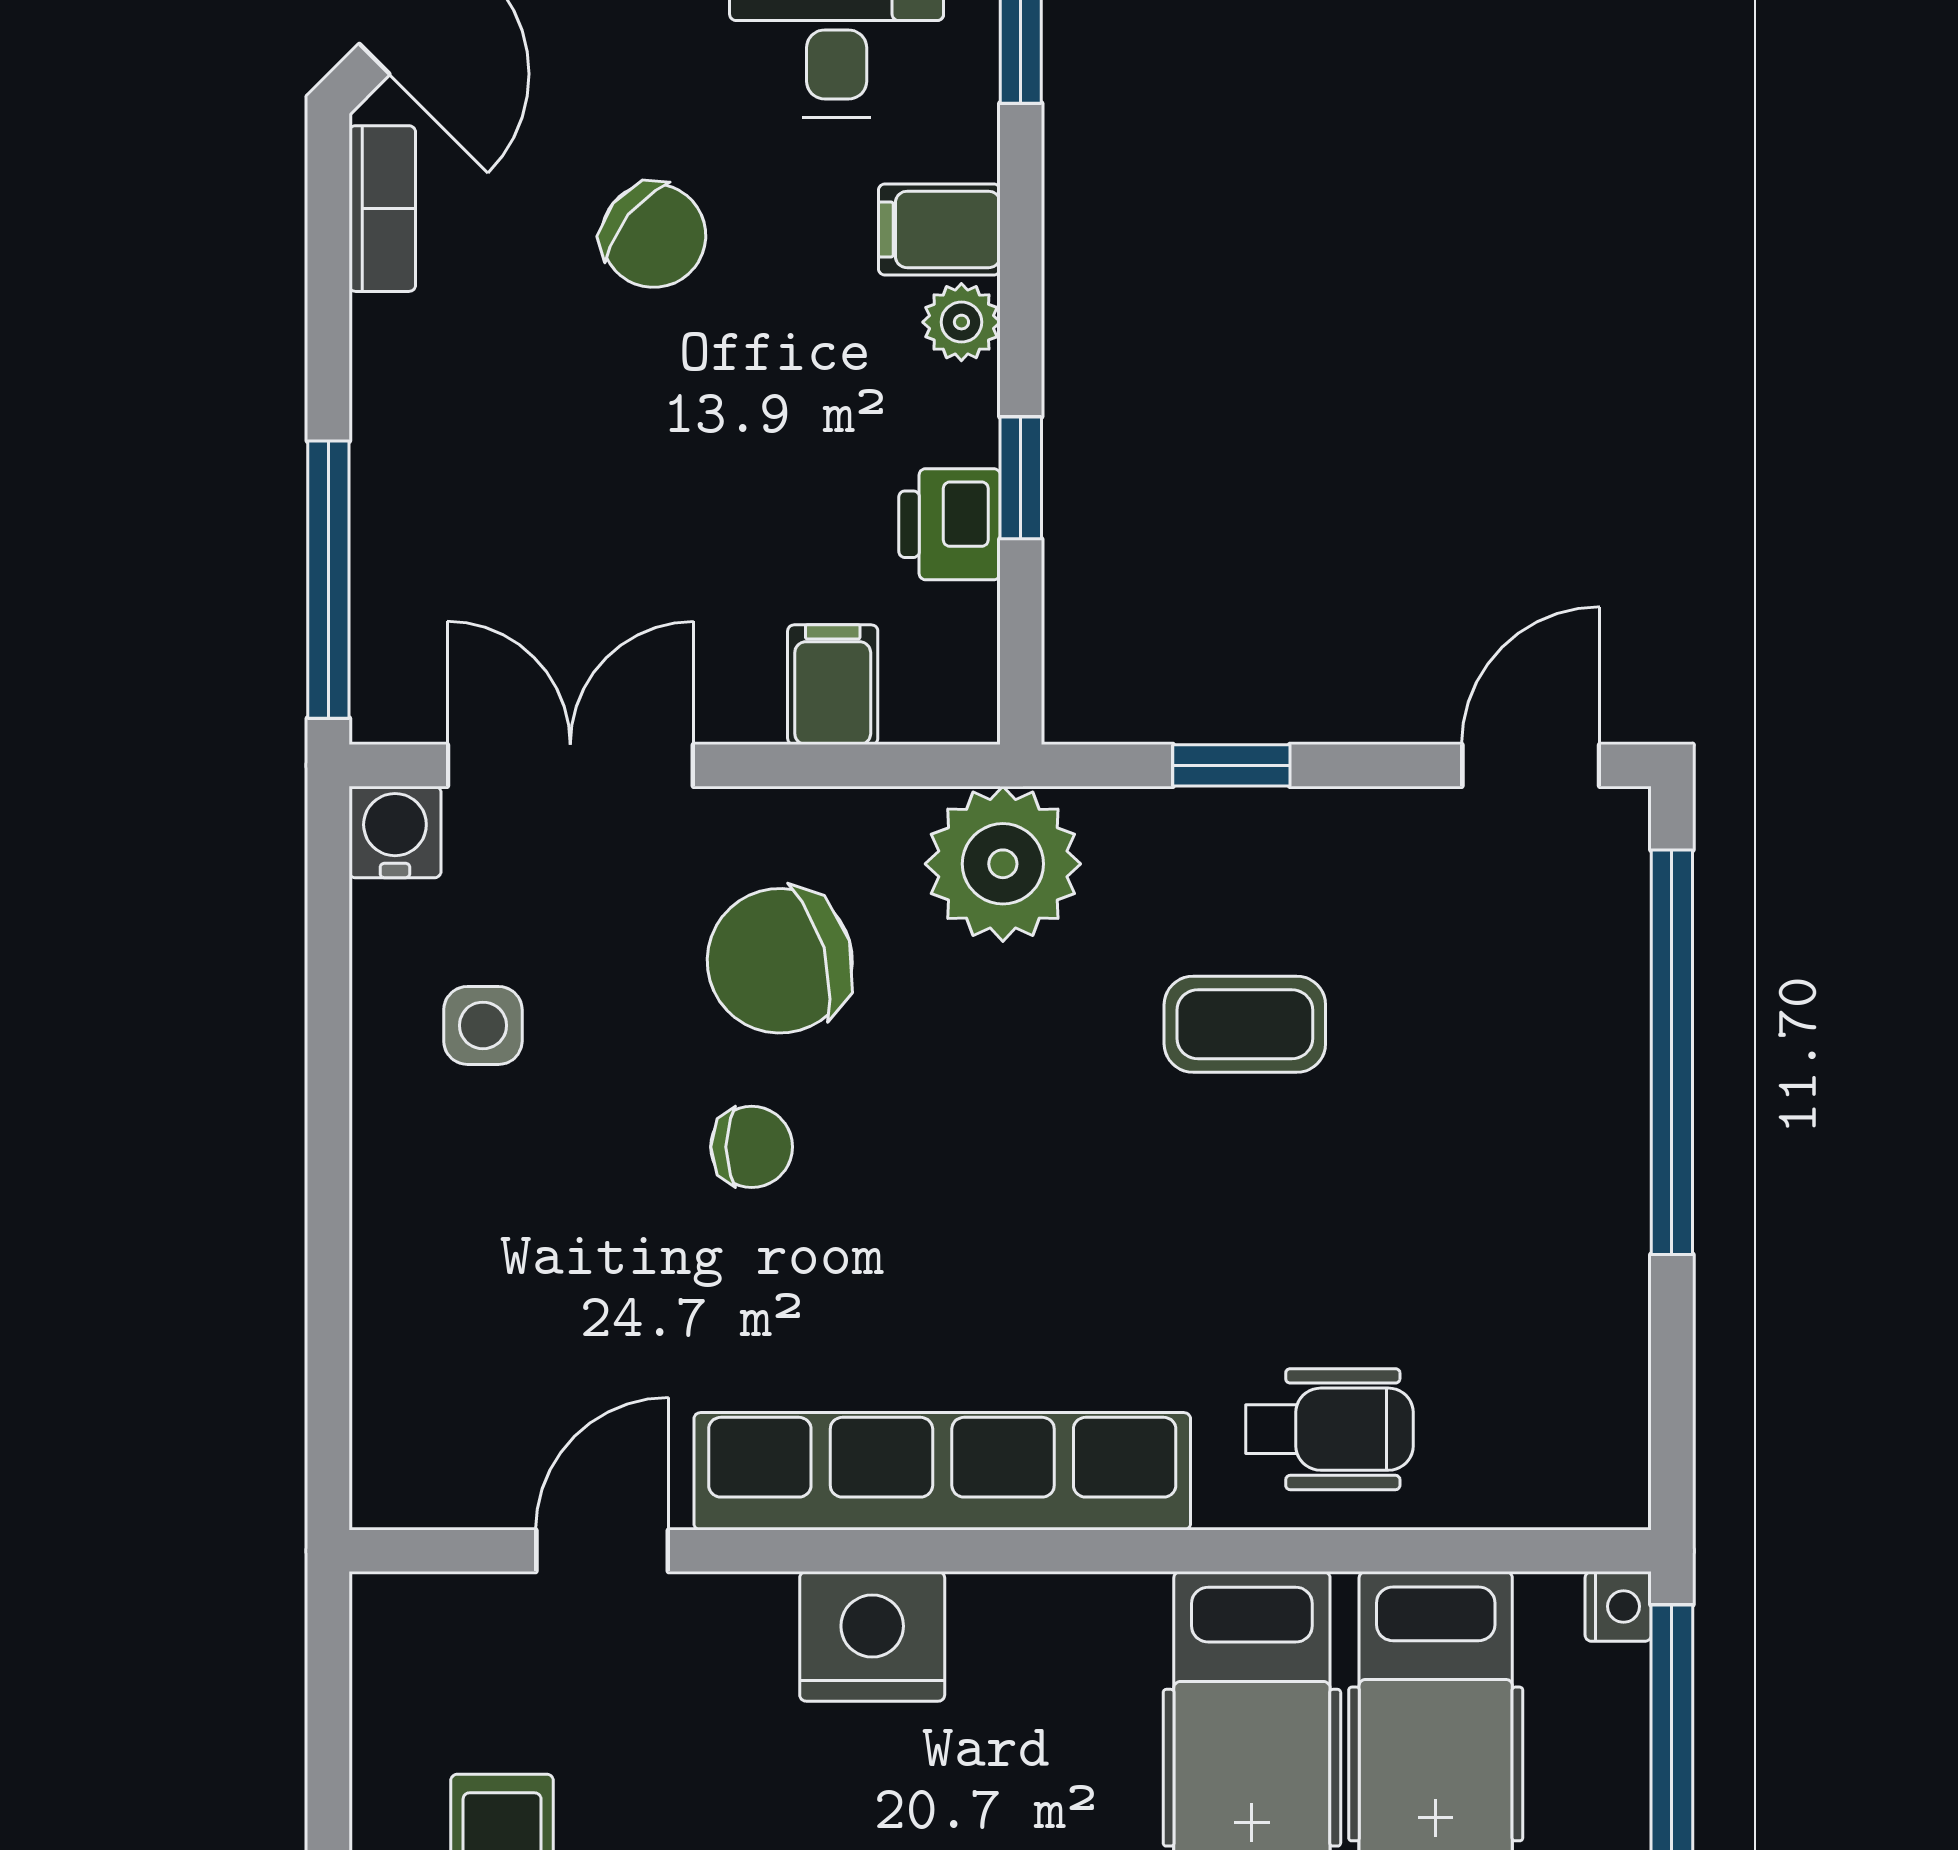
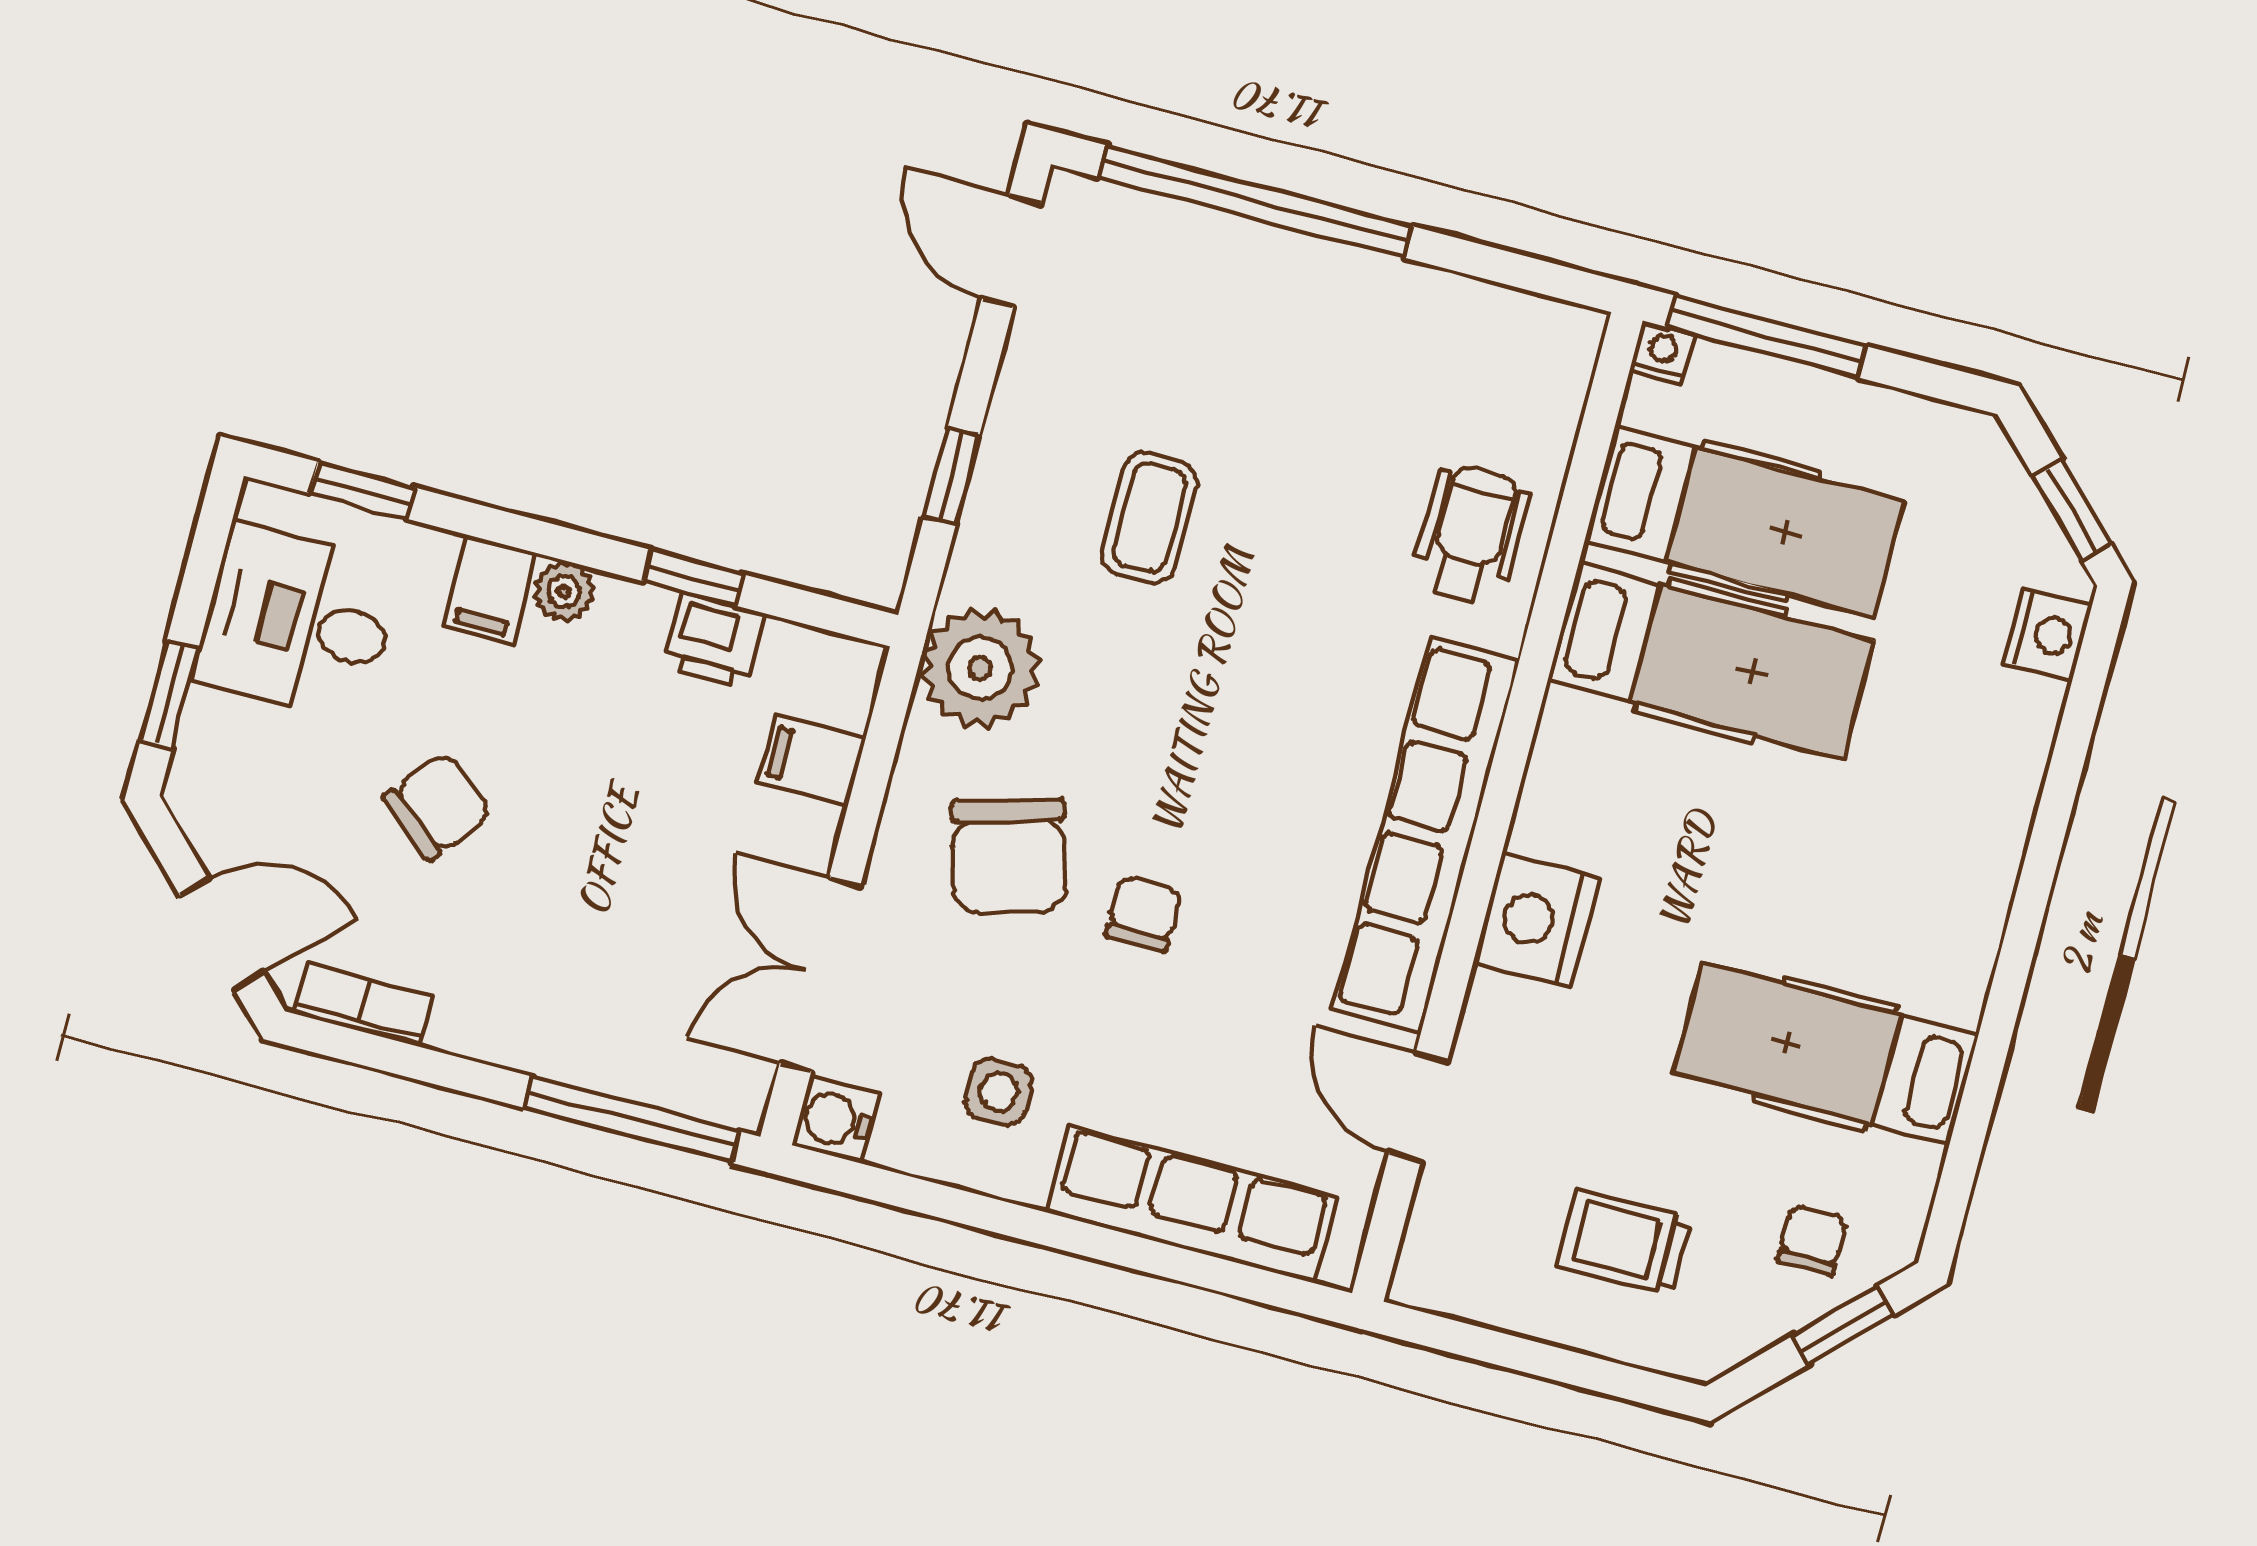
row of seats: (407, 1301) -> (1191, 1204), added

